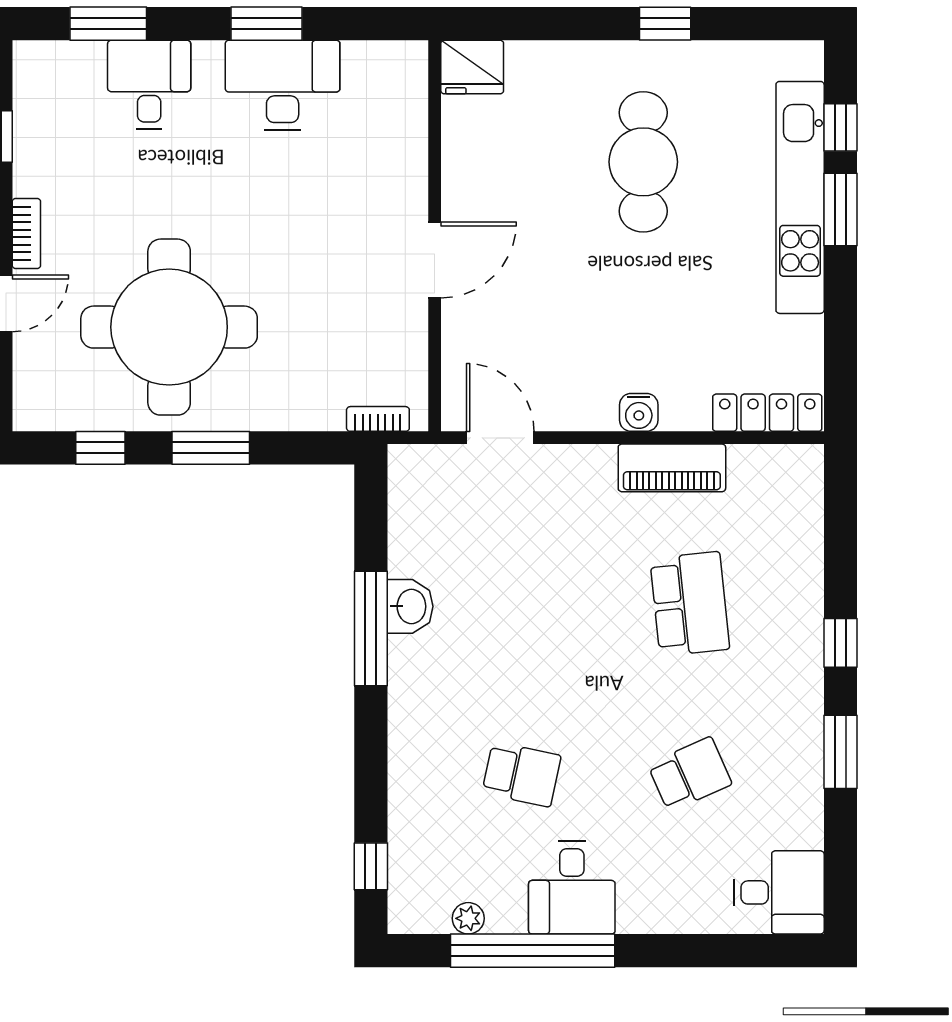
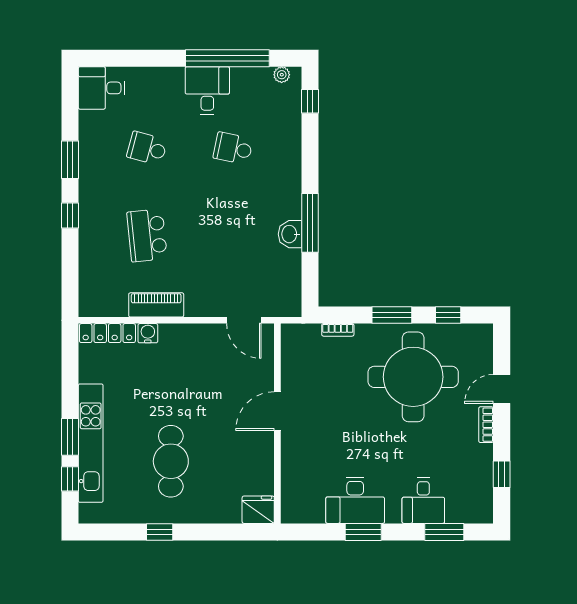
water cooler: (639, 412) -> (148, 333), moved
bookcase: (378, 419) -> (338, 330), moved
school desk: (690, 774) -> (147, 148), turned 39
plant: (468, 918) -> (282, 75), moved

